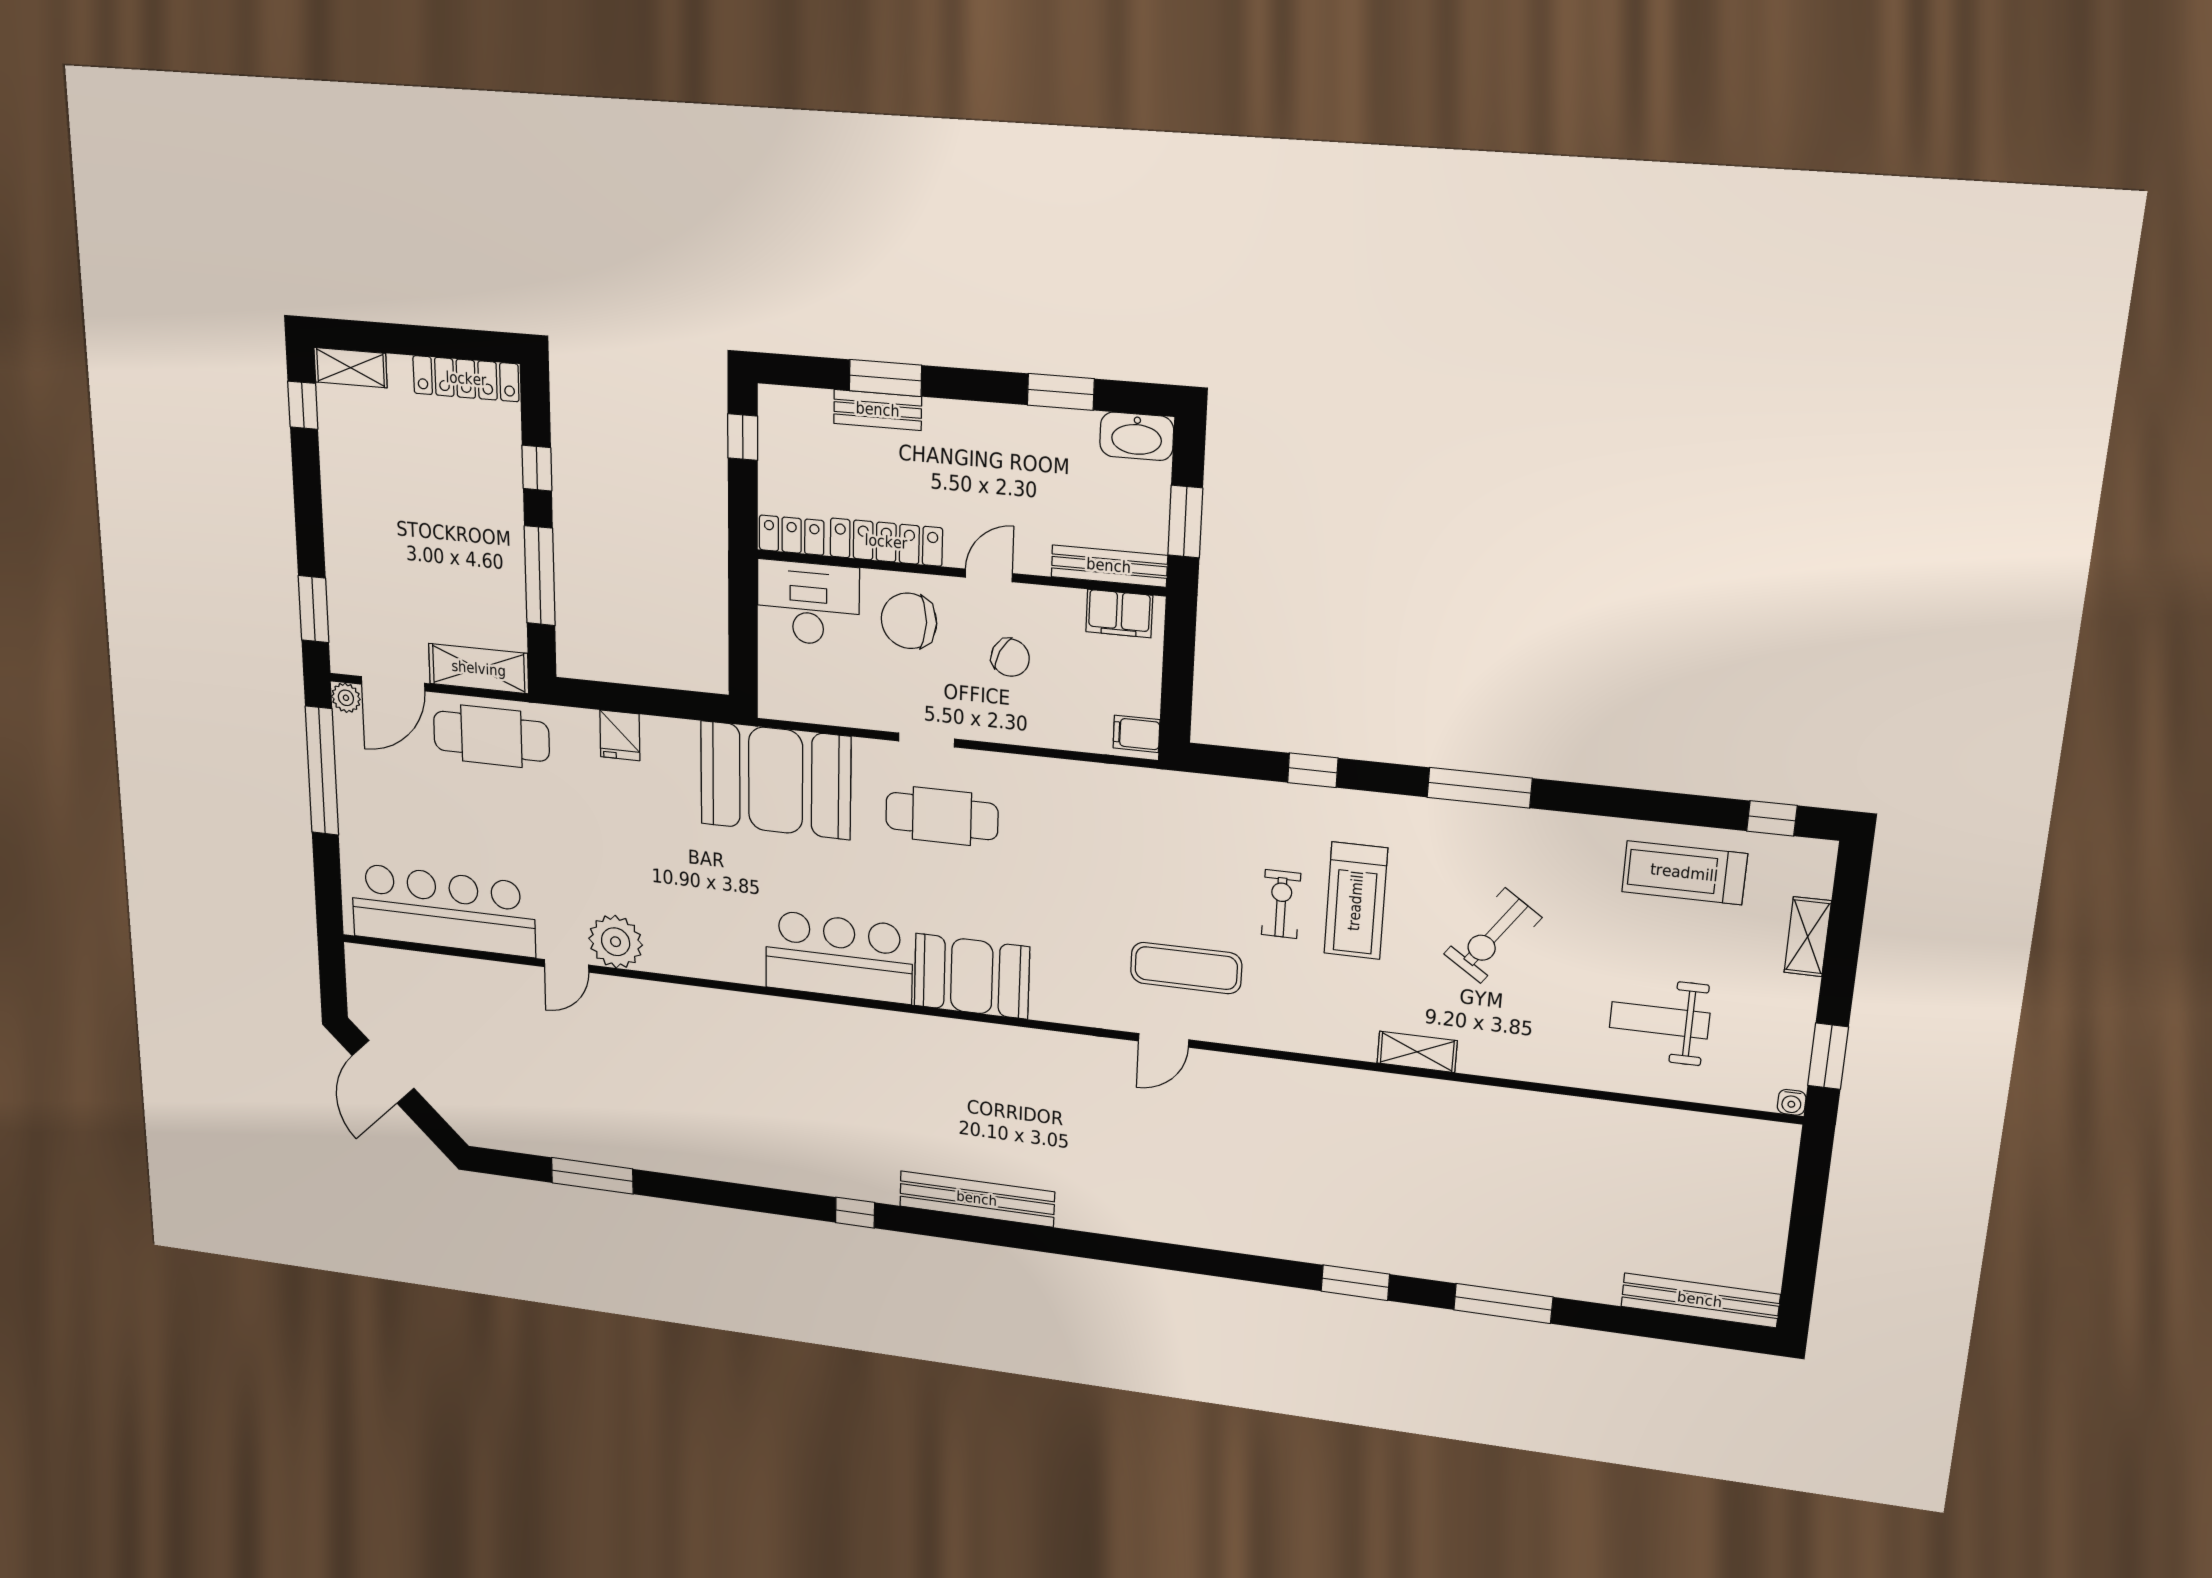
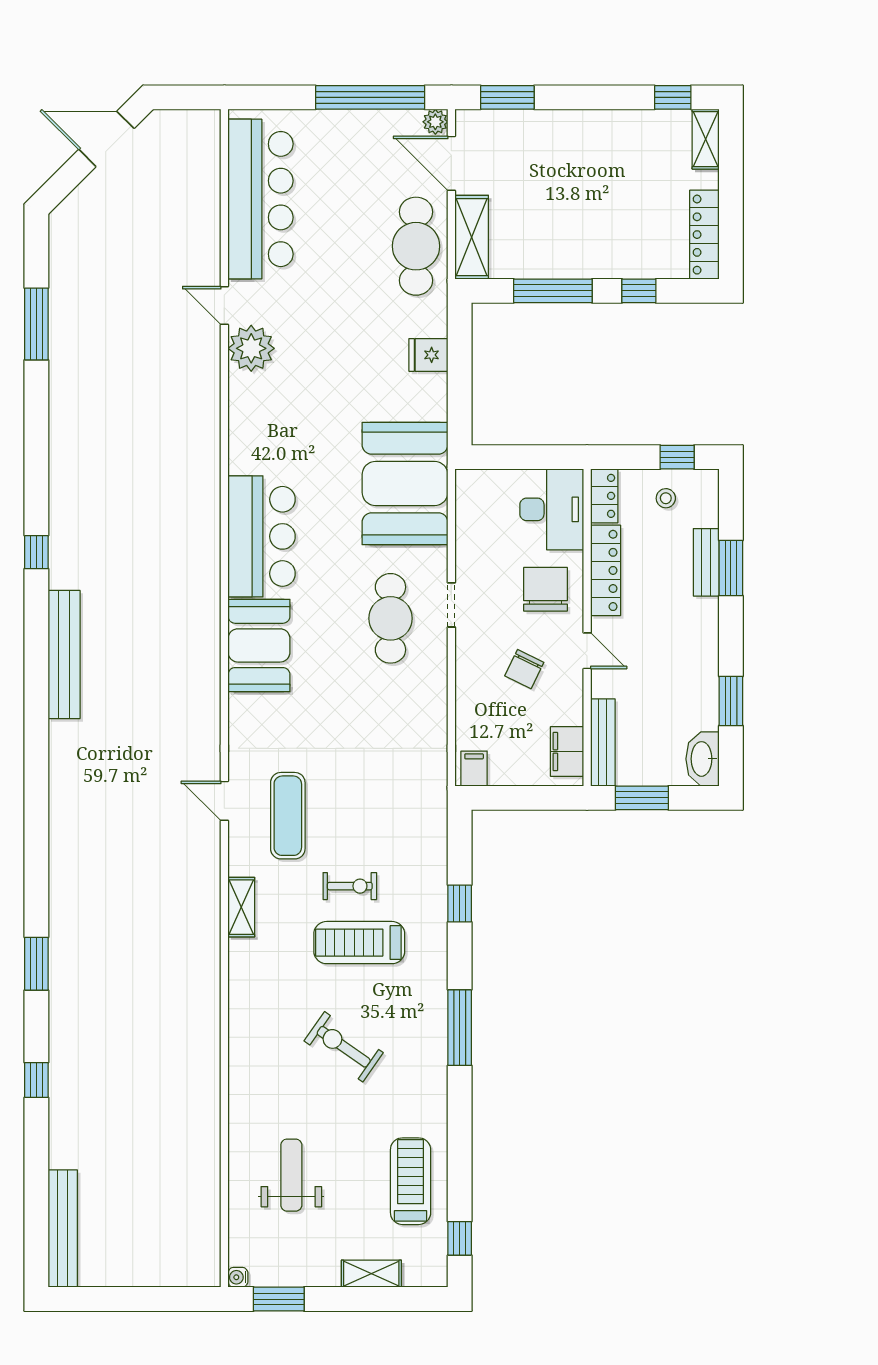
stool: (795, 456) -> (666, 498), added
shelving: (1417, 1052) -> (241, 907), moved
window: (1503, 1303) -> (36, 1080), width x0.46

